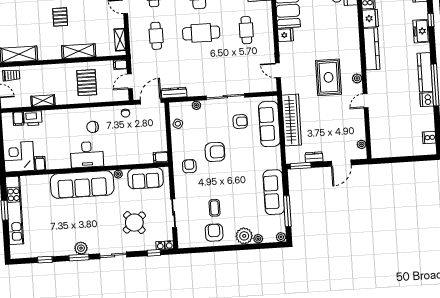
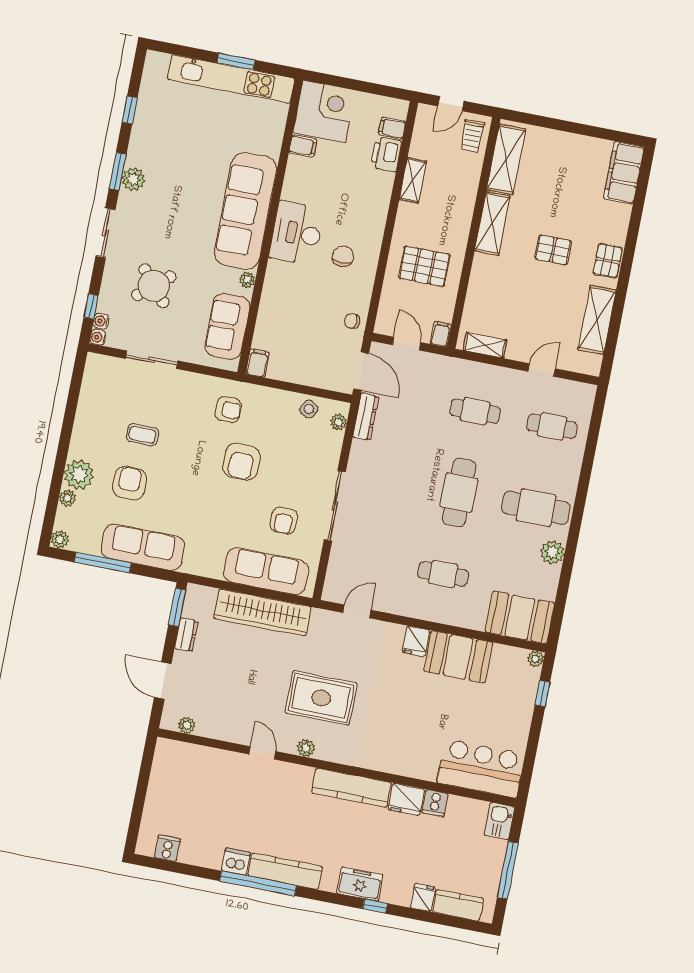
shelving: (79, 51) -> (492, 223), moved
plant: (196, 105) -> (339, 422), moved
armchair: (214, 233) -> (129, 483), moved, turned -90

